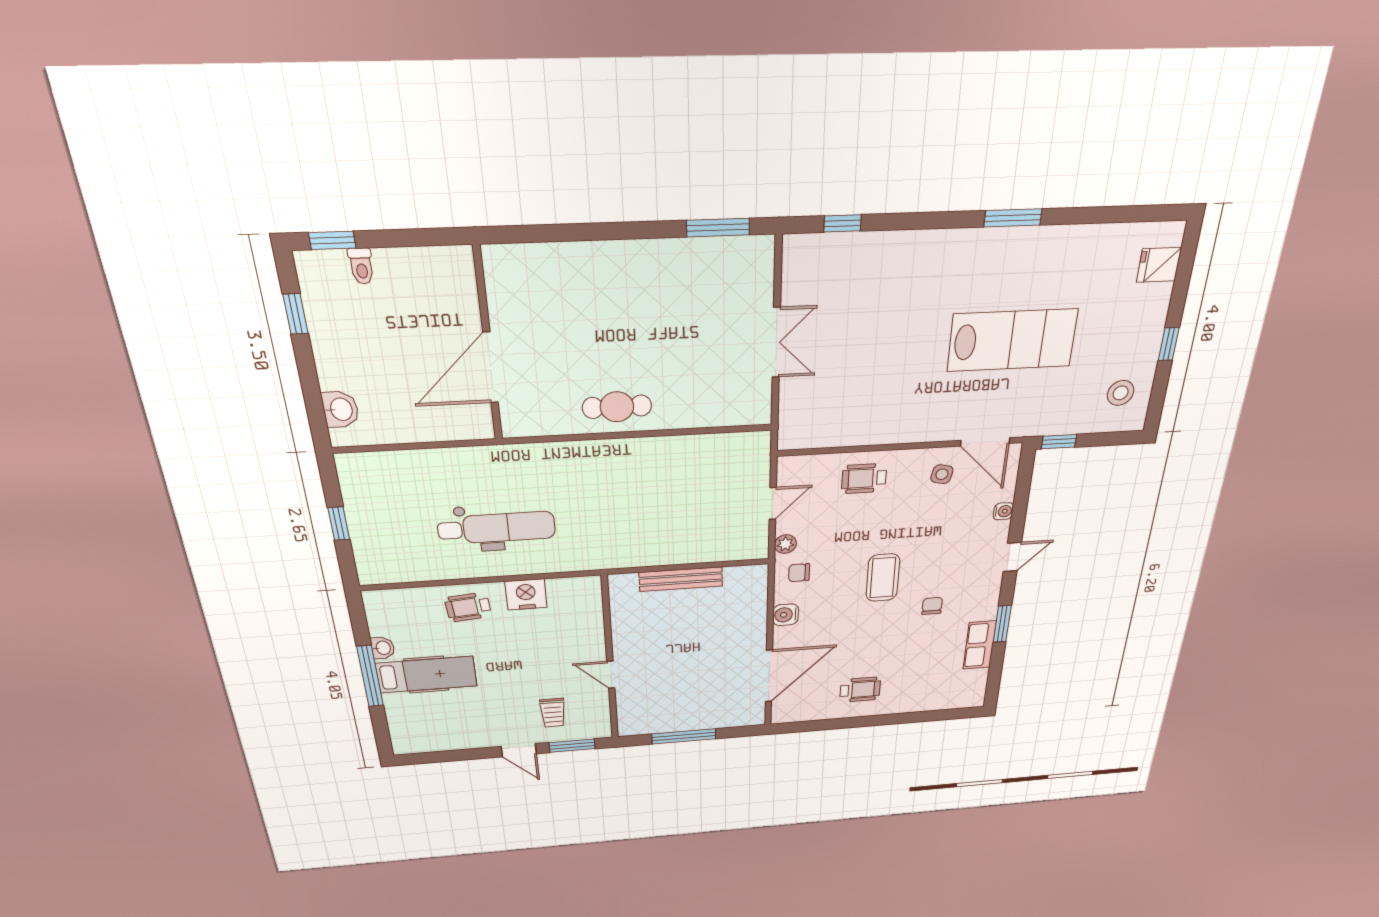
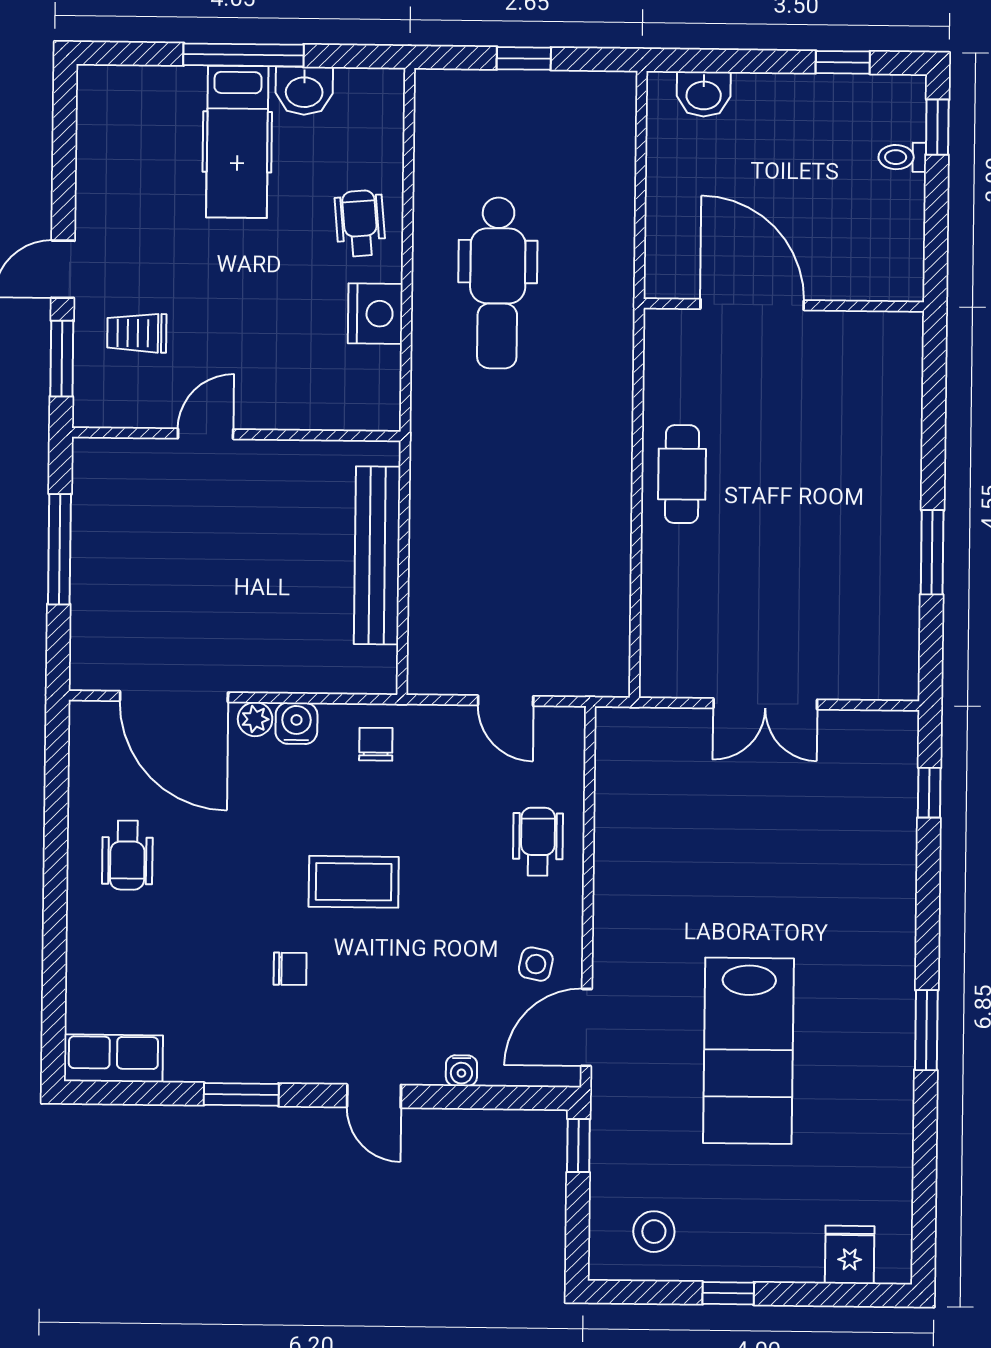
window: (718, 228) -> (932, 552), moved
plant: (785, 544) -> (255, 719), moved
bench: (681, 579) -> (377, 555), width x1.37, depth x1.21
row of seats: (980, 645) -> (113, 1058), moved
washbasin: (383, 648) -> (304, 91), width x1.38, depth x1.45

